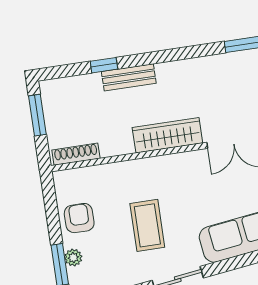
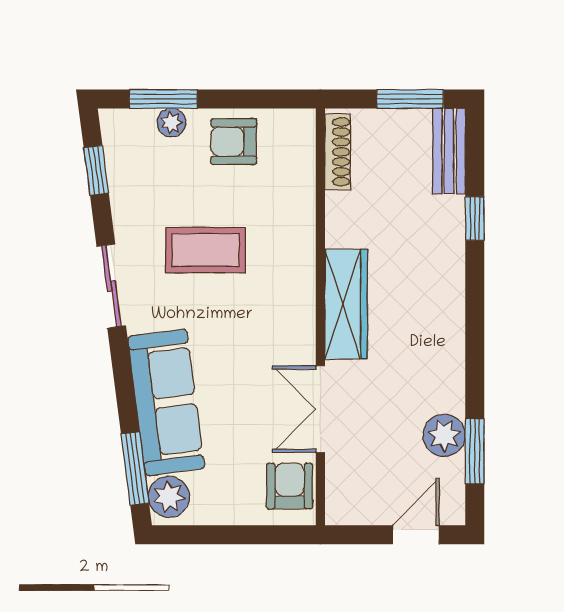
plant: (238, 64) -> (444, 435), added
bench: (129, 77) -> (449, 151), moved
armchair: (79, 218) -> (234, 142), turned 180

